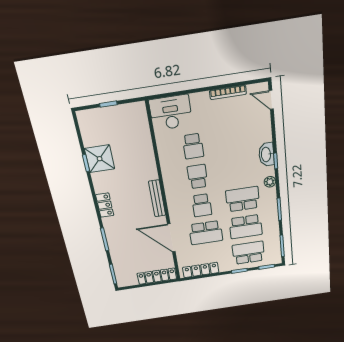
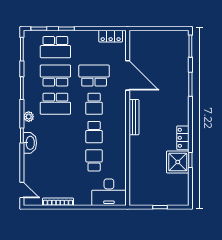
locker: (105, 205) -> (183, 138), moved
school desk: (202, 205) -> (94, 104), turned 180
locker: (201, 270) -> (111, 36), width x0.66
locker: (157, 276) -> (148, 37), removed

